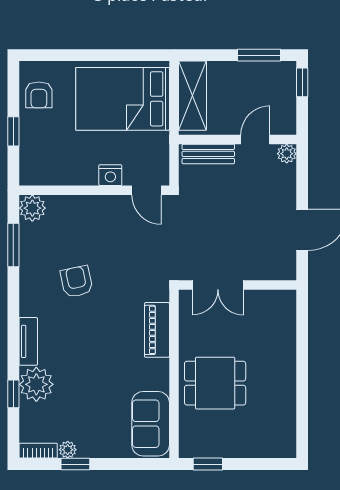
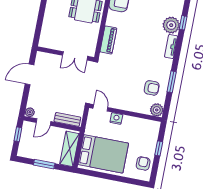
window: (259, 55) -> (44, 164), moved
window: (302, 82) -> (18, 134), moved
window: (13, 245) -> (172, 82), moved
armchair: (77, 282) -> (152, 88), moved, turned -78
double door: (218, 285) -> (75, 56), swing flipped

